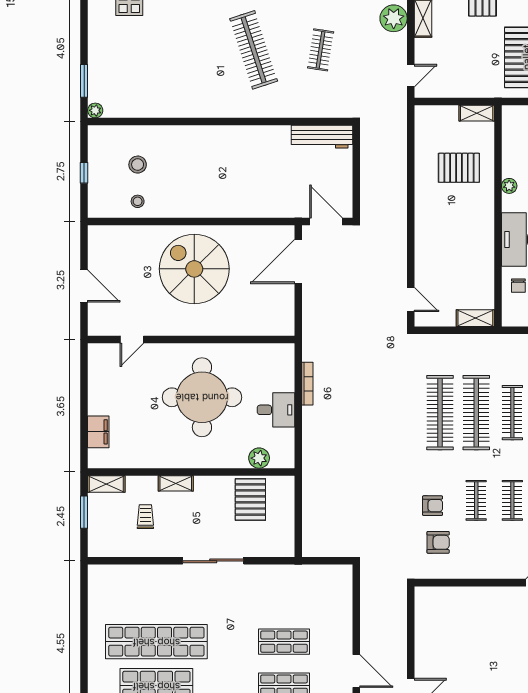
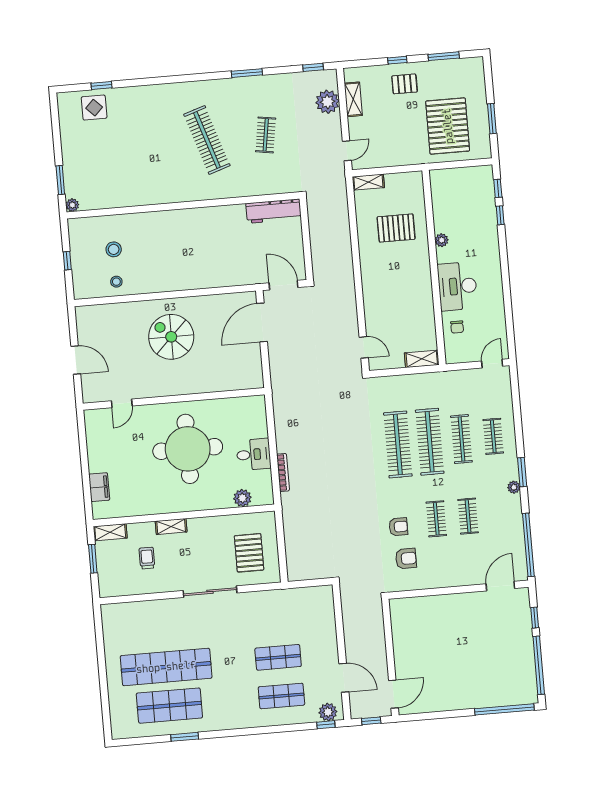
shelving: (477, 113) -> (368, 182), moved
spiral stairs: (194, 269) -> (171, 337), width x0.73, depth x0.73
bookcase: (307, 384) -> (283, 472), moved
pallet: (250, 499) -> (249, 553), moved

